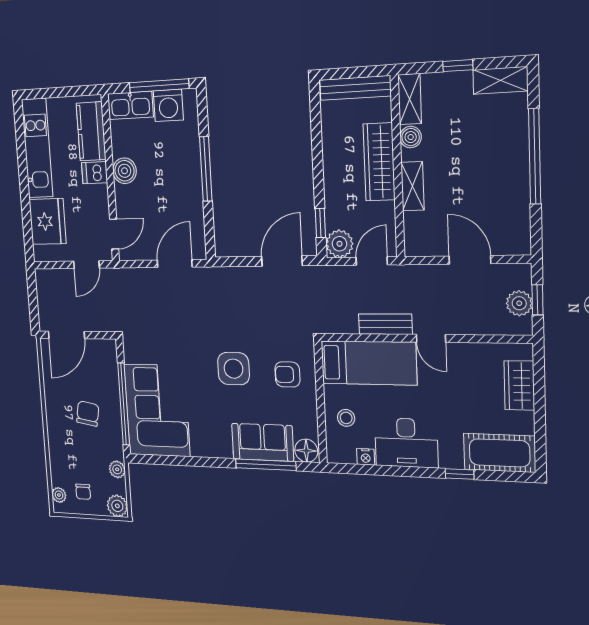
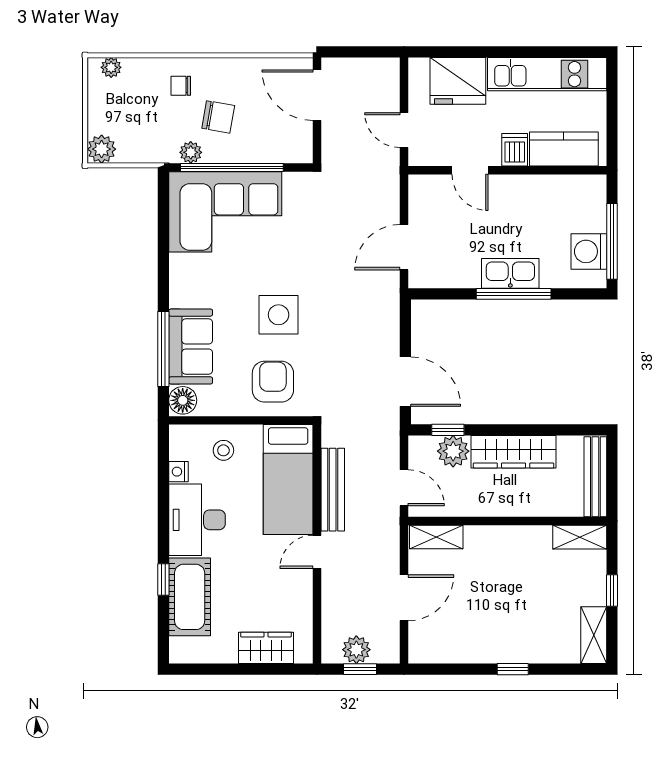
kitchen sink: (130, 105) -> (510, 273), moved, turned 90
boiler: (411, 137) -> (539, 537), removed
window: (535, 156) -> (513, 669), width x0.32
wardrobe: (379, 162) -> (514, 452), moved, turned 180
boiler: (124, 171) -> (515, 190), removed
shelving: (412, 186) -> (436, 537), moved
door: (114, 234) -> (470, 170), moved
plant: (340, 244) -> (453, 451), moved
door: (175, 264) -> (404, 247), swing flipped
bench: (385, 324) -> (333, 490), width x1.36
armchair: (287, 374) -> (273, 382), width x1.38, depth x1.38
cot: (500, 453) -> (190, 597), moved
plant: (117, 469) -> (191, 152), moved
chair: (83, 492) -> (181, 86), moved

